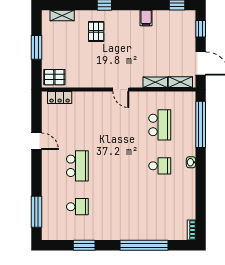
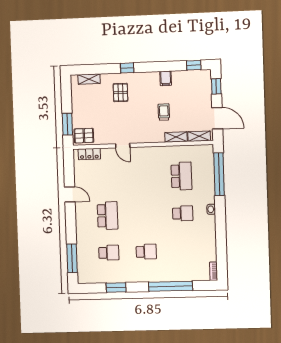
window: (37, 47) -> (67, 124), moved
trolley: (143, 55) -> (164, 112), added
door: (121, 90) -> (123, 146), moved
school desk: (119, 207) -> (146, 252), added

